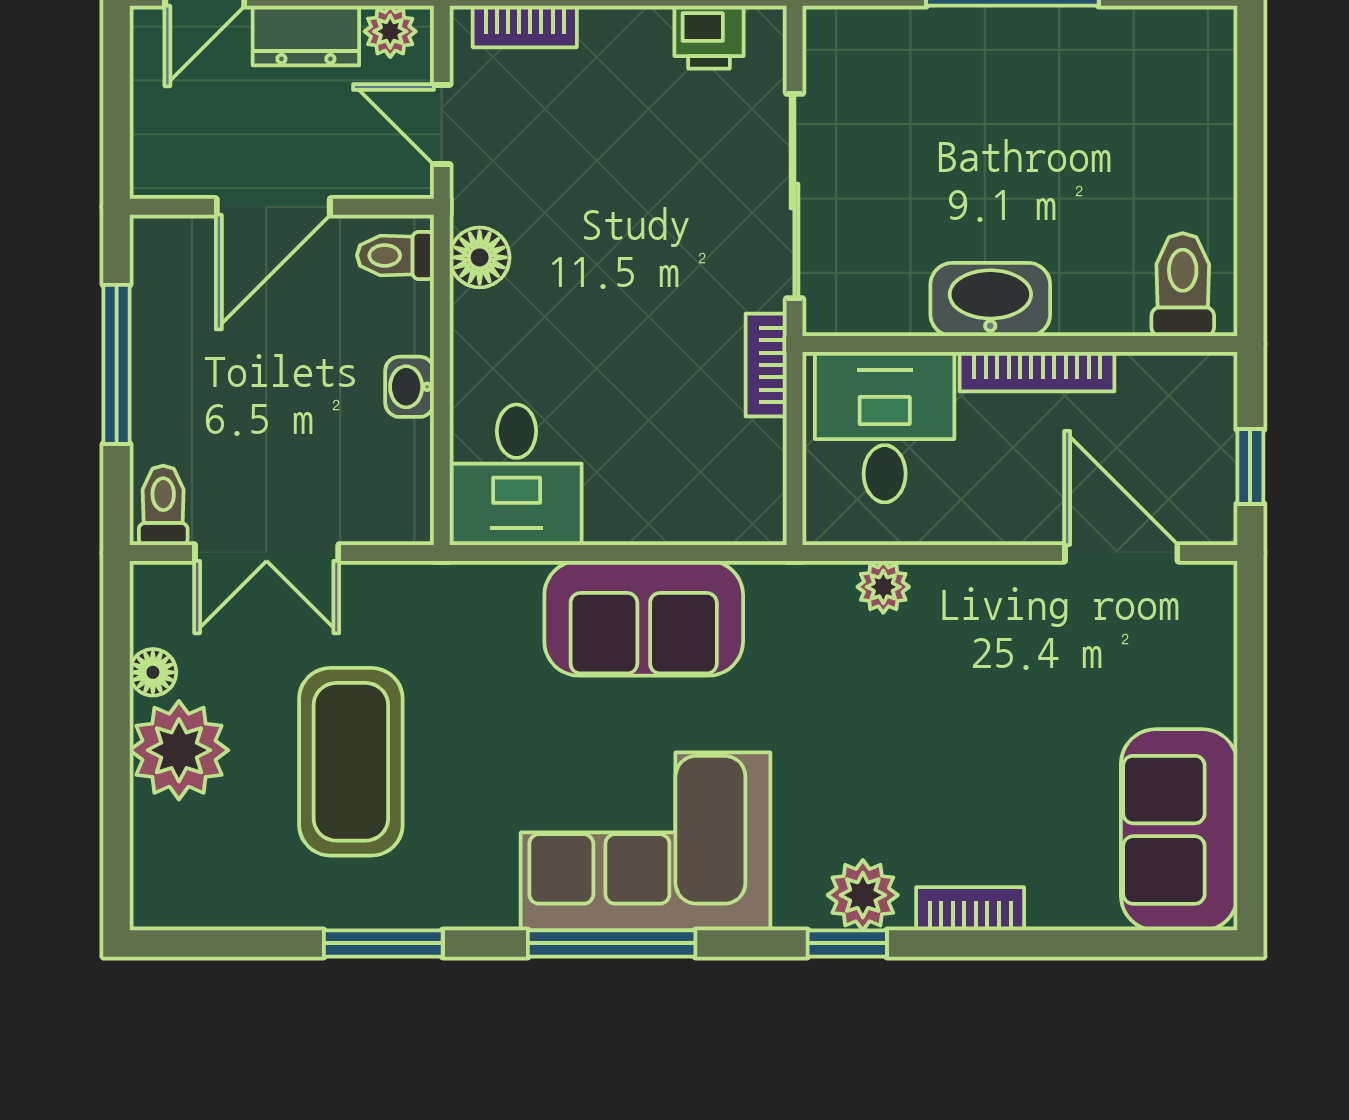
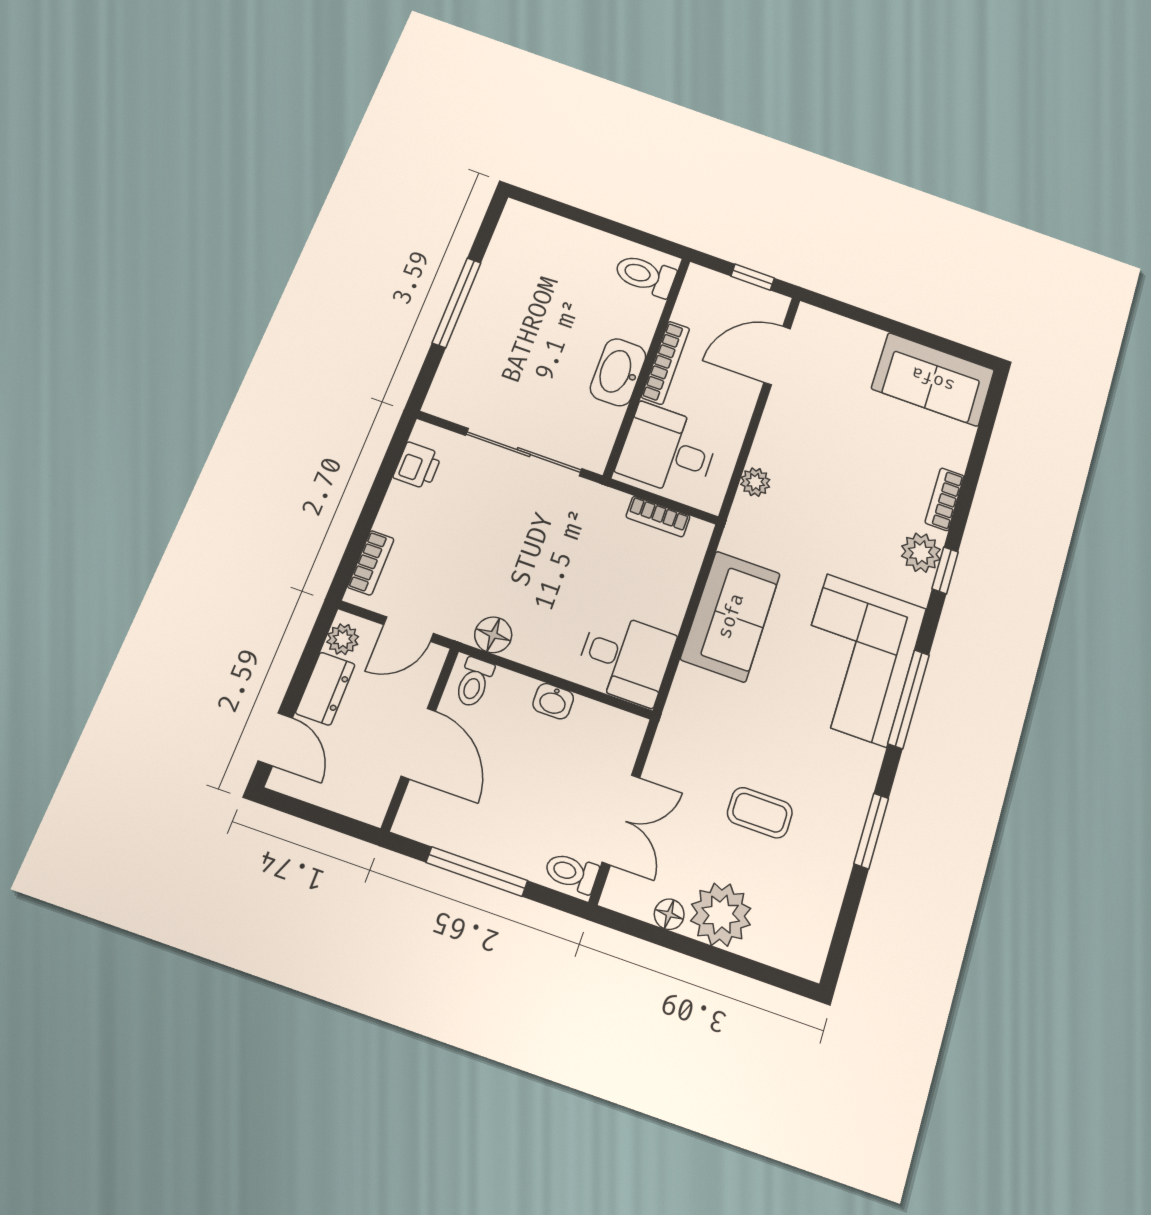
bookcase: (766, 365) -> (658, 517), moved
coffee table: (351, 762) -> (760, 813), width x0.54, depth x0.58

